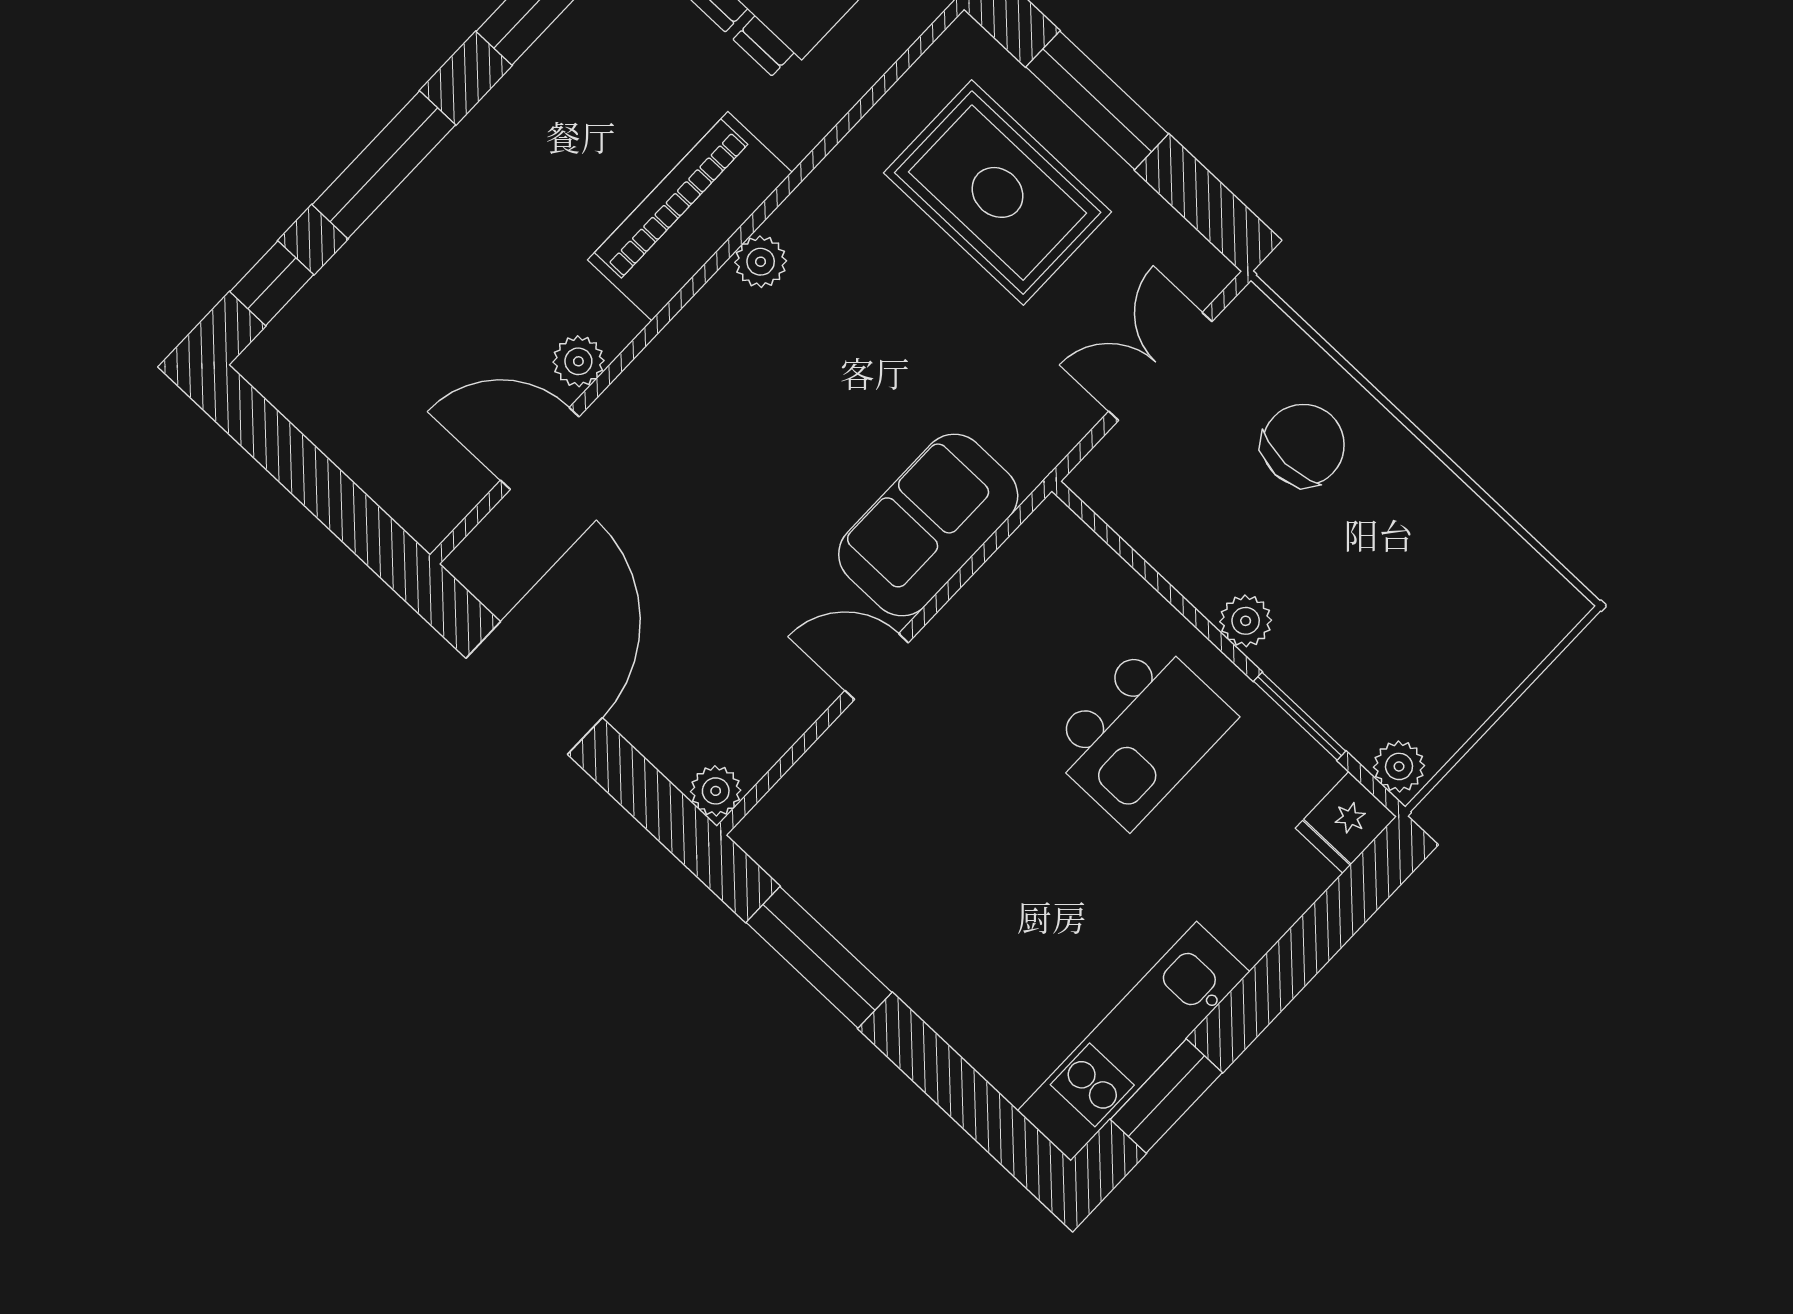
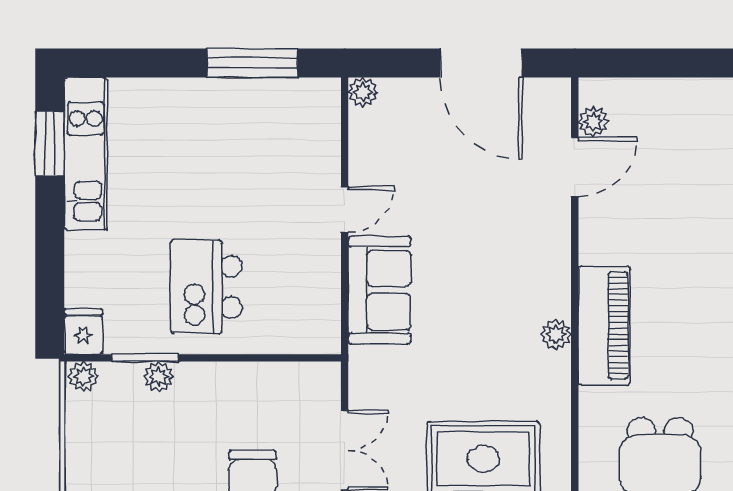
plant: (578, 361) -> (593, 122), moved
plant: (1246, 621) -> (159, 377), moved

